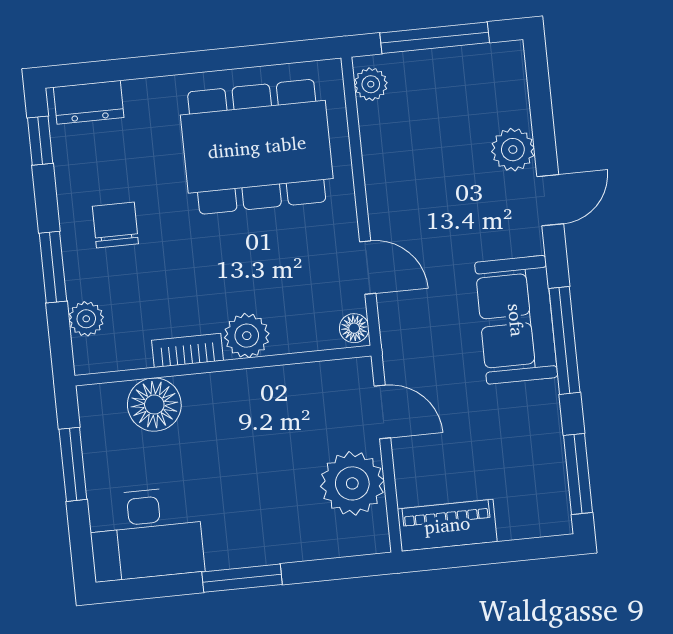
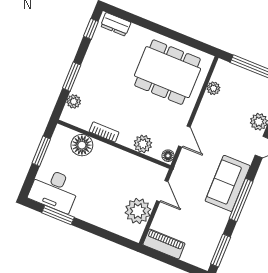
plant: (371, 84) -> (213, 88), moved
chair: (115, 225) -> (102, 73), removed
plant: (247, 336) -> (143, 144), moved
window: (242, 578) -> (58, 215), moved

